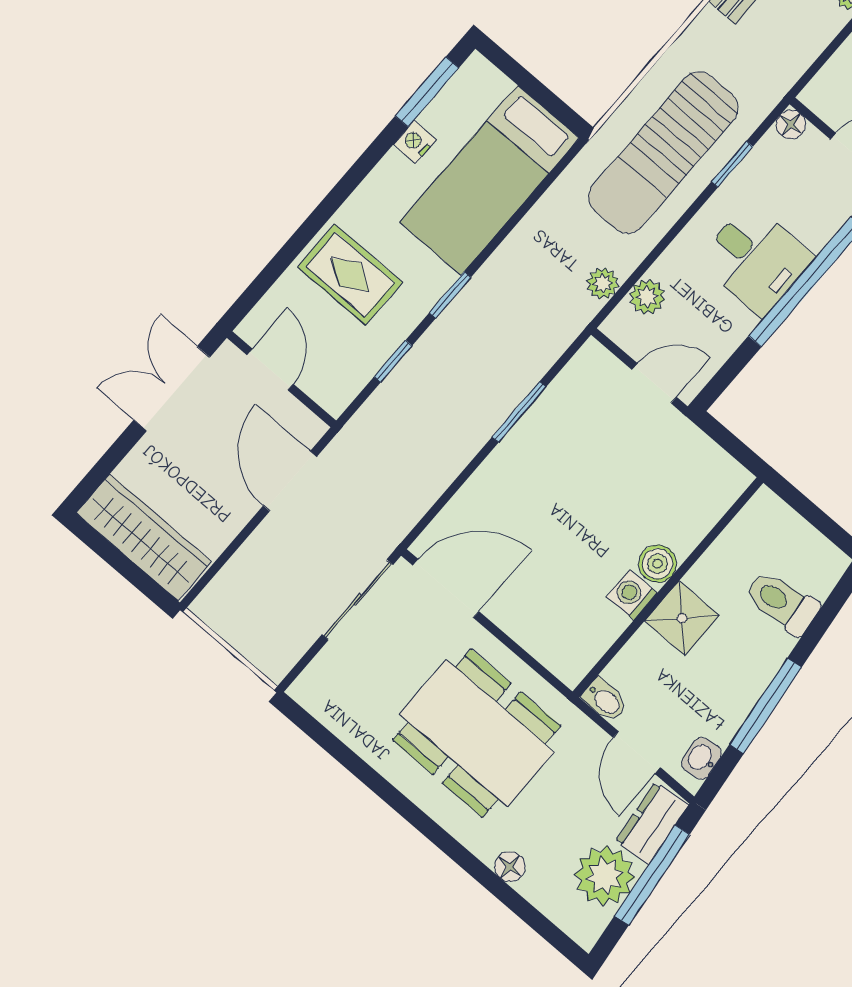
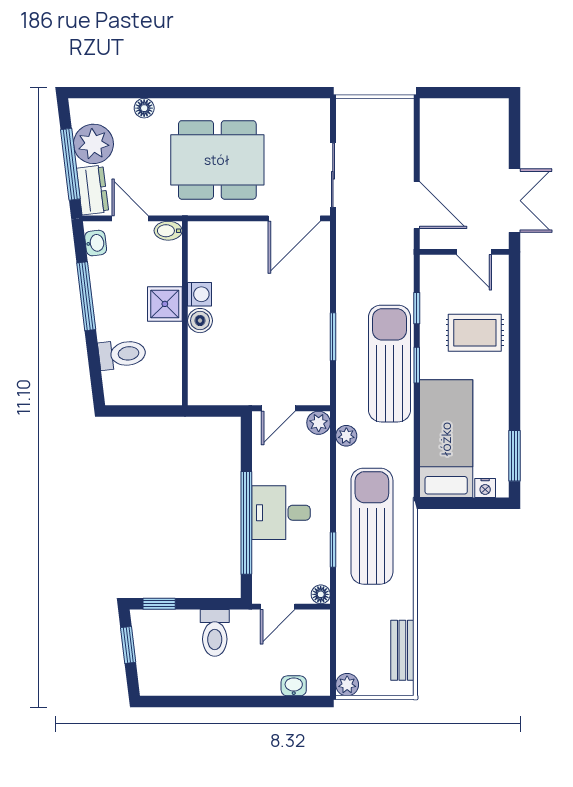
nightstand: (415, 142) -> (485, 488), moved, turned 90
plant: (647, 297) -> (319, 423), moved
sun lounger: (480, 324) -> (389, 364), added
wardrobe: (144, 537) -> (465, 115), removed

